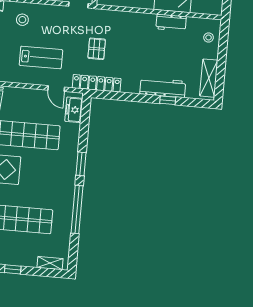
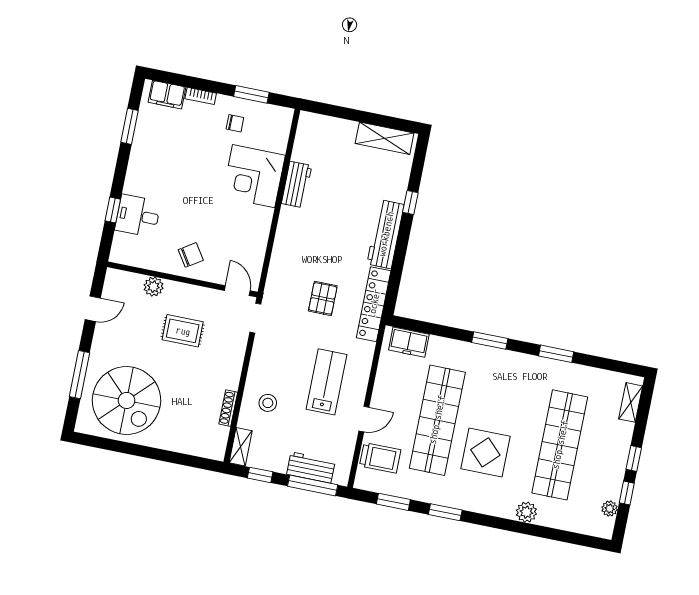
stool: (209, 37) -> (325, 132), removed
pallet: (97, 49) -> (323, 298), turned 90
workbench: (163, 88) -> (386, 234), moved
door: (56, 89) -> (364, 419), moved
window: (77, 209) -> (556, 354), width x0.47

